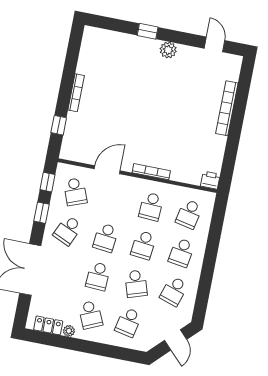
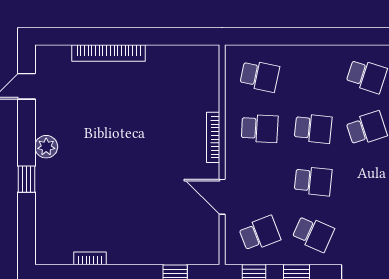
bookcase: (76, 93) -> (90, 258), moved, width x0.64
printer: (210, 180) -> (209, 56), removed
school desk: (181, 253) -> (313, 76), removed
school desk: (98, 276) -> (367, 181), removed

